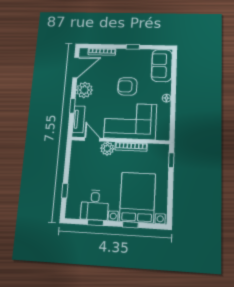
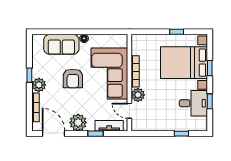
plant: (123, 55) -> (39, 85), added
sofa: (162, 66) -> (61, 44), moved
door: (92, 139) -> (129, 111), hinge flipped
window: (171, 160) -> (177, 32), moved

